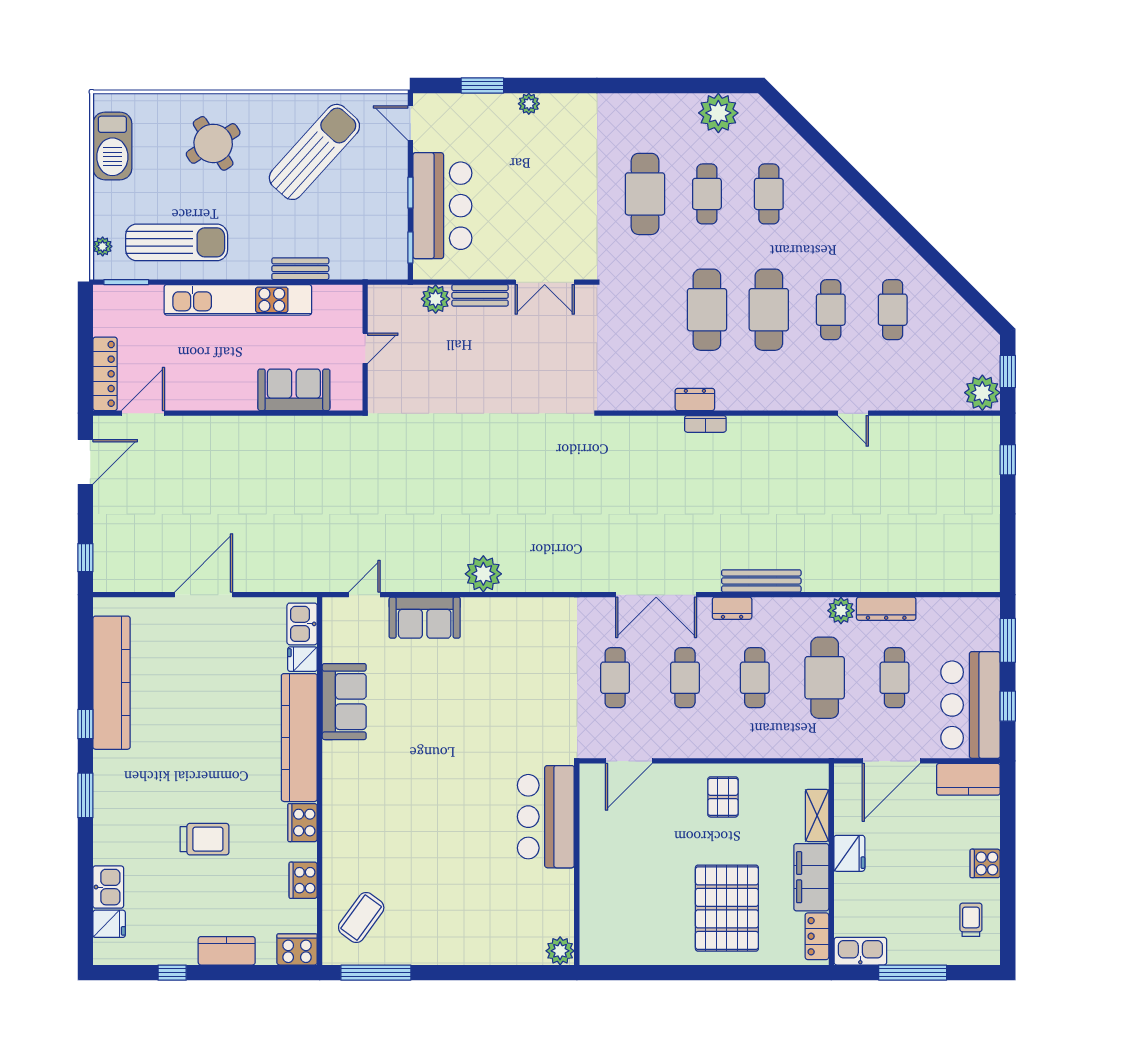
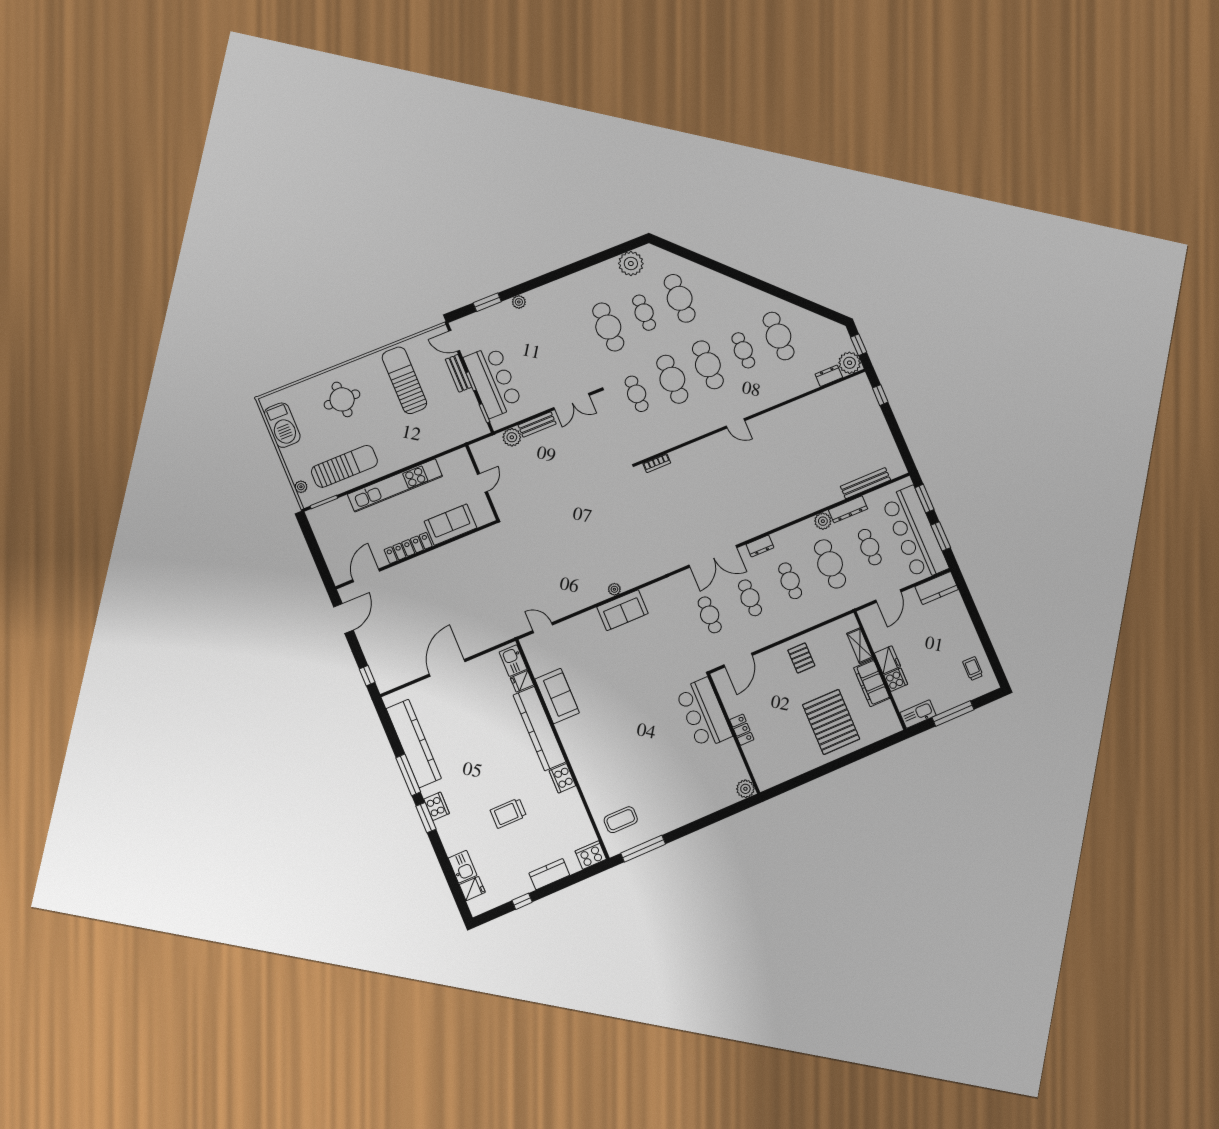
round table: (213, 143) -> (342, 399), turned 32
sun lounger: (314, 152) -> (404, 380), turned -42
cafe table: (769, 194) -> (680, 298), width x1.37, depth x1.35
bench: (300, 269) -> (459, 373), moved, turned 90
cafe table: (645, 310) -> (637, 394), added
cafe table: (893, 310) -> (779, 336), width x1.37, depth x1.35
locker: (105, 374) -> (408, 548), moved, turned -90
dresser: (695, 399) -> (829, 376), moved
door: (853, 413) -> (736, 423), moved
bookcase: (705, 424) -> (657, 463), moved
plant: (483, 574) -> (614, 589), width x0.53, depth x0.53
bench: (761, 581) -> (865, 483), moved
door: (364, 595) -> (543, 628), hinge flipped
sofa: (425, 618) -> (623, 610), moved
bar counter: (970, 705) -> (915, 533), width x1.36
window: (1008, 706) -> (941, 536), width x1.50
window: (85, 724) -> (408, 775), width x2.17
door: (891, 761) -> (888, 596), width x0.73
trolley: (204, 839) -> (508, 813), turned 180
cooker: (985, 863) -> (896, 680), moved, turned 180
cooker: (303, 880) -> (437, 806), moved, turned 180
coffee table: (361, 918) -> (621, 820), turned 54
locker: (817, 936) -> (742, 730), moved, turned 180

